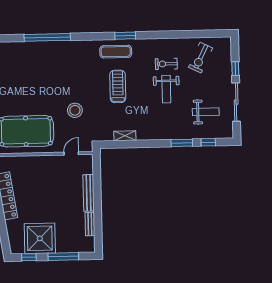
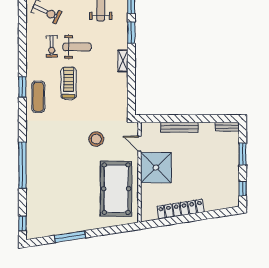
treadmill: (118, 86) -> (69, 83), moved, turned 90
shelving: (125, 136) -> (123, 61), moved
bench: (90, 224) -> (227, 127), moved
shower: (40, 238) -> (156, 168), moved
window: (63, 256) -> (243, 154), width x0.69

